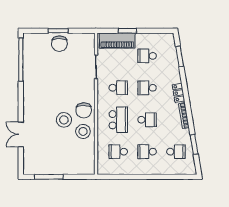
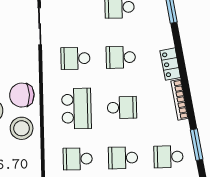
school desk: (118, 88) -> (75, 58), turned 180
chair: (84, 110) -> (22, 95), turned 90
school desk: (176, 152) -> (168, 157), turned 180

